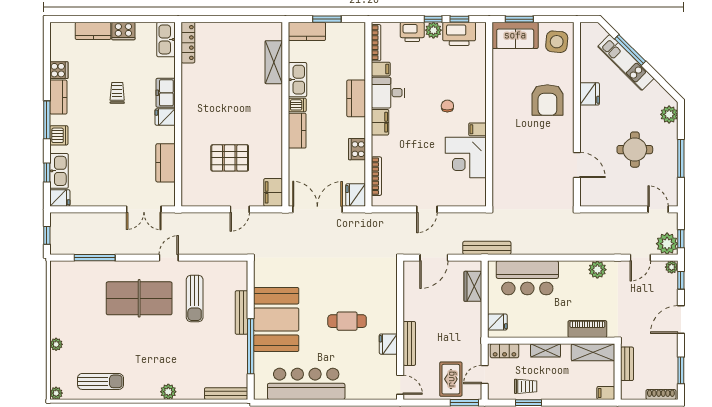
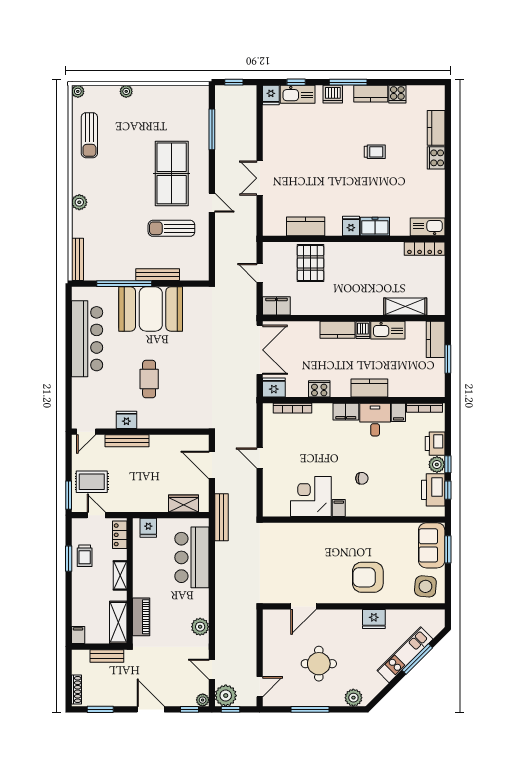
kitchen sink: (166, 39) -> (428, 227), moved
locker: (188, 43) -> (425, 249), moved
freezer: (166, 93) -> (375, 227), moved
wall: (178, 114) -> (354, 239), moved
fridge: (165, 117) -> (351, 226), moved
kitchen counter: (166, 163) -> (306, 226), moved

